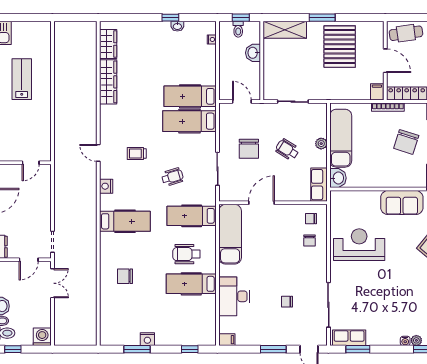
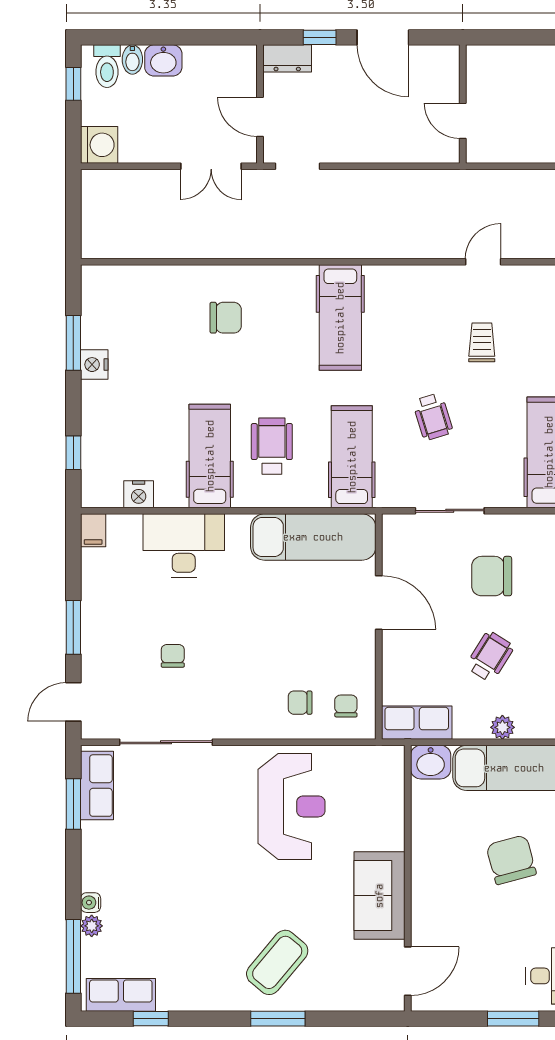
chair: (406, 142) -> (511, 860), moved, turned 57
nightstand: (106, 186) -> (139, 494), moved, turned 180
chair: (125, 276) -> (226, 318), turned 90

